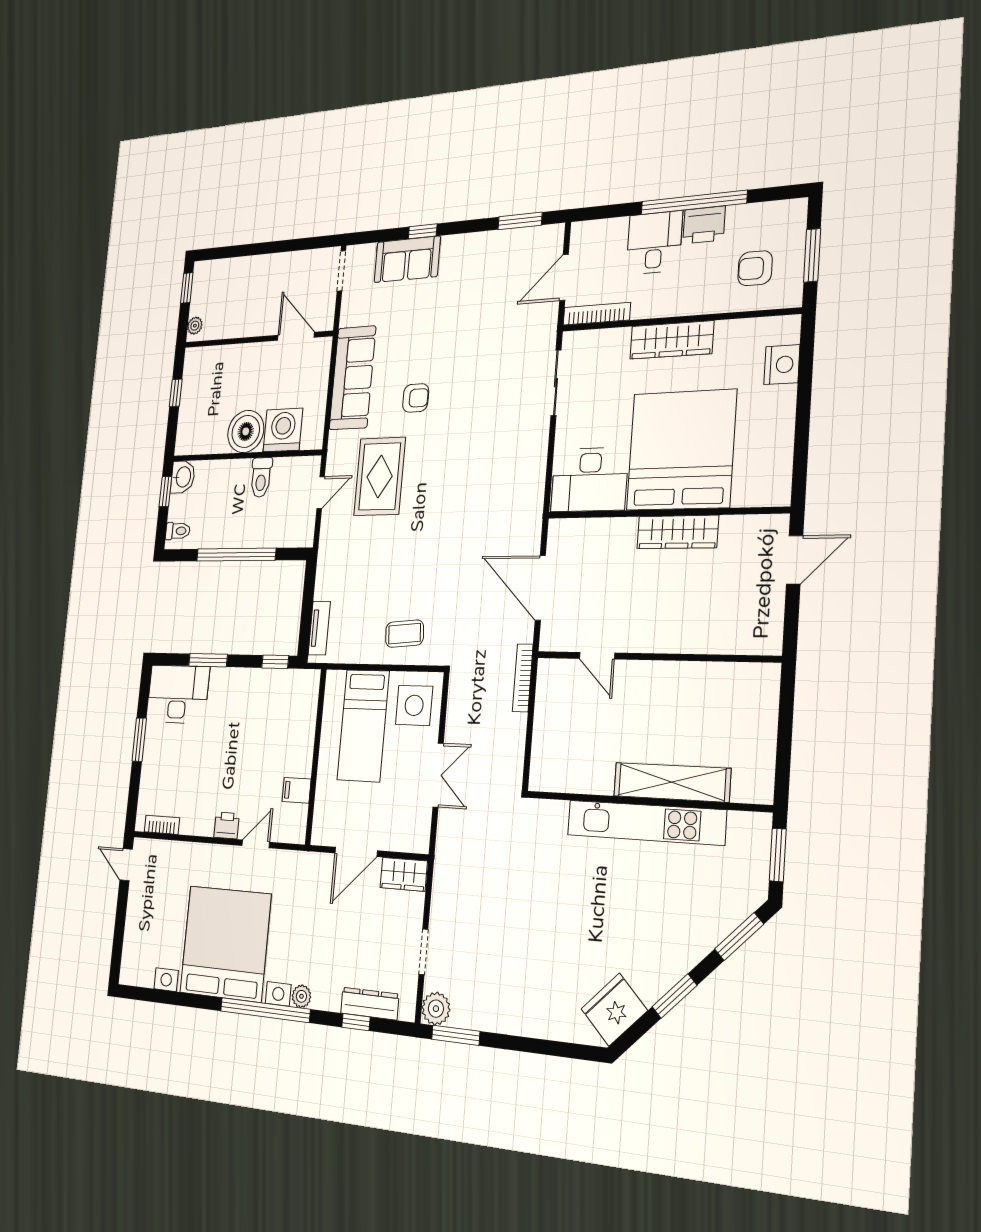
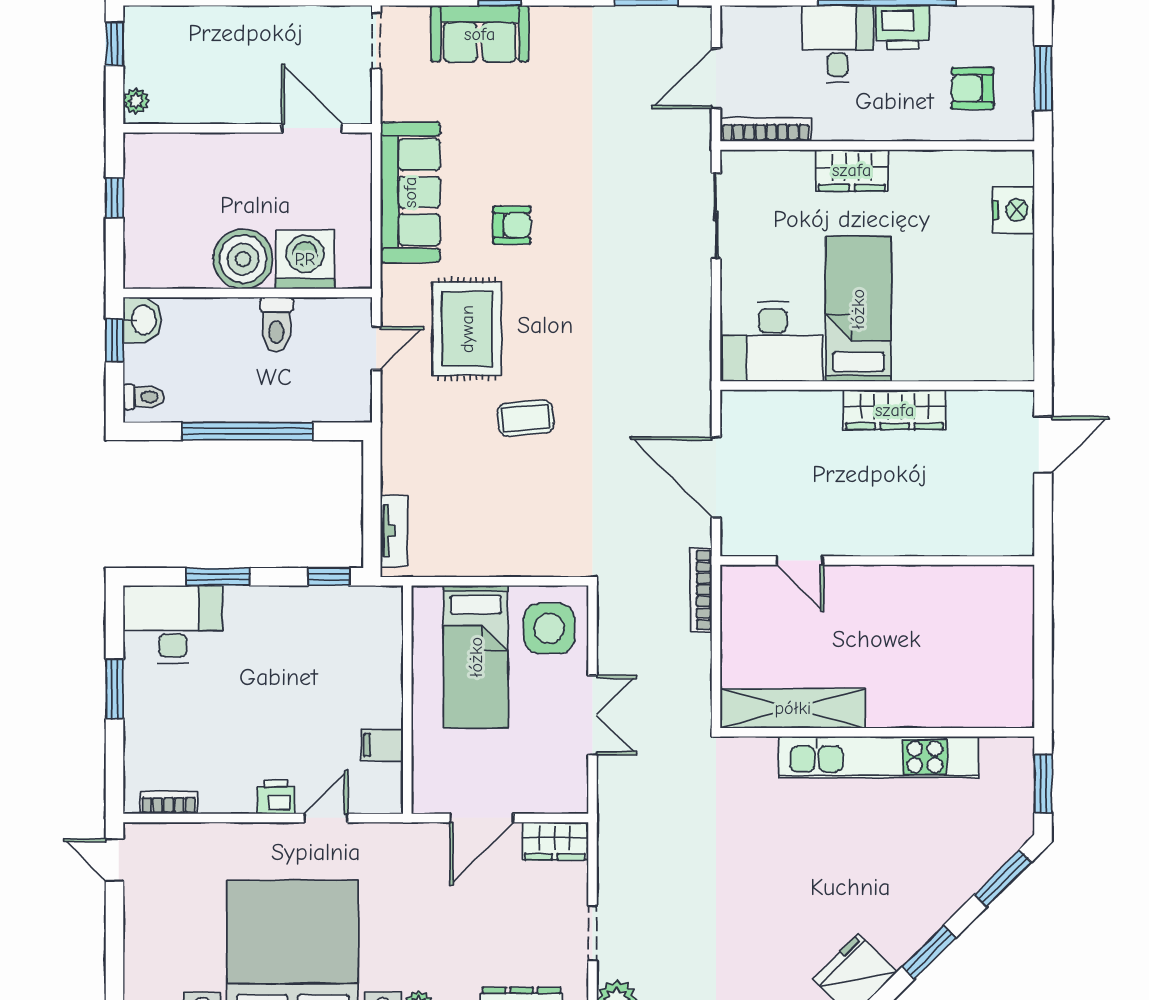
wardrobe: (672, 340) -> (852, 170), width x0.67
bed: (681, 450) -> (858, 309), width x0.49
coffee table: (405, 634) -> (525, 418), moved
shelving: (672, 782) -> (793, 708), moved

